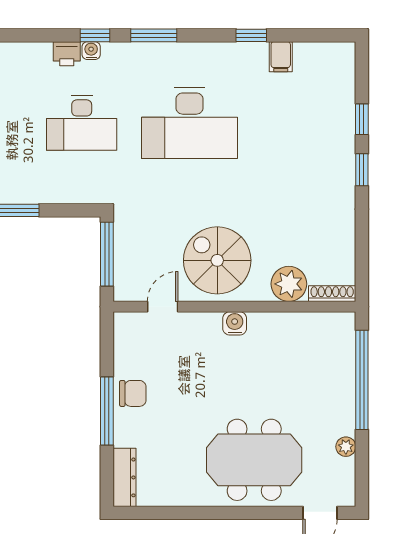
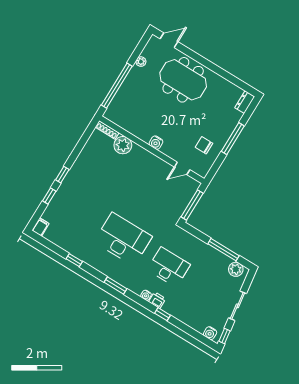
window: (95, 35) -> (163, 314), moved
filing cabinet: (281, 57) -> (40, 227), moved
spiral stairs: (217, 260) -> (147, 174), removed
chair: (133, 393) -> (204, 145), moved
dresser: (125, 477) -> (245, 102), width x0.70

